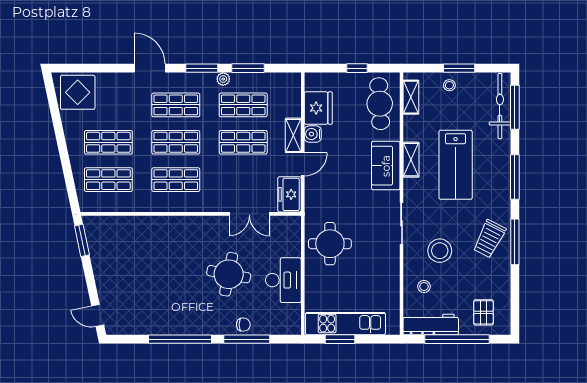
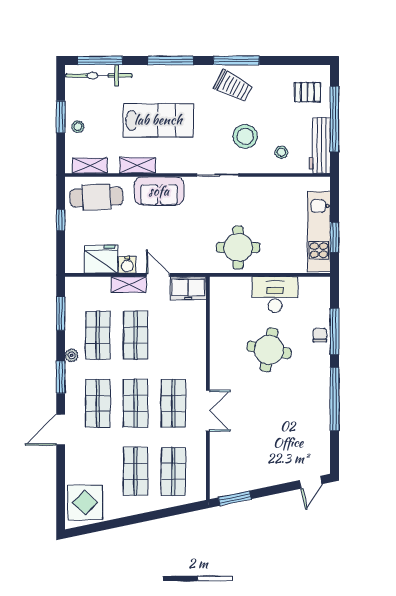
window: (248, 68) -> (61, 314), moved
shelving: (411, 160) -> (138, 165), moved
double door: (249, 214) -> (208, 411), moved

